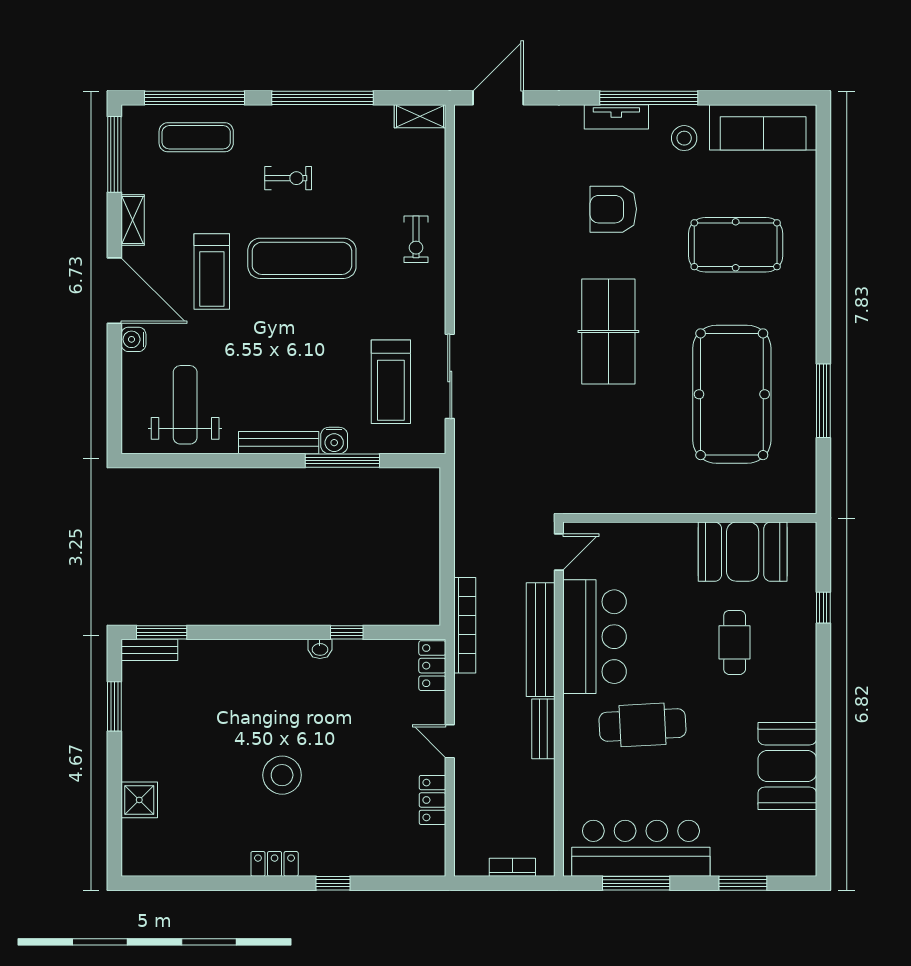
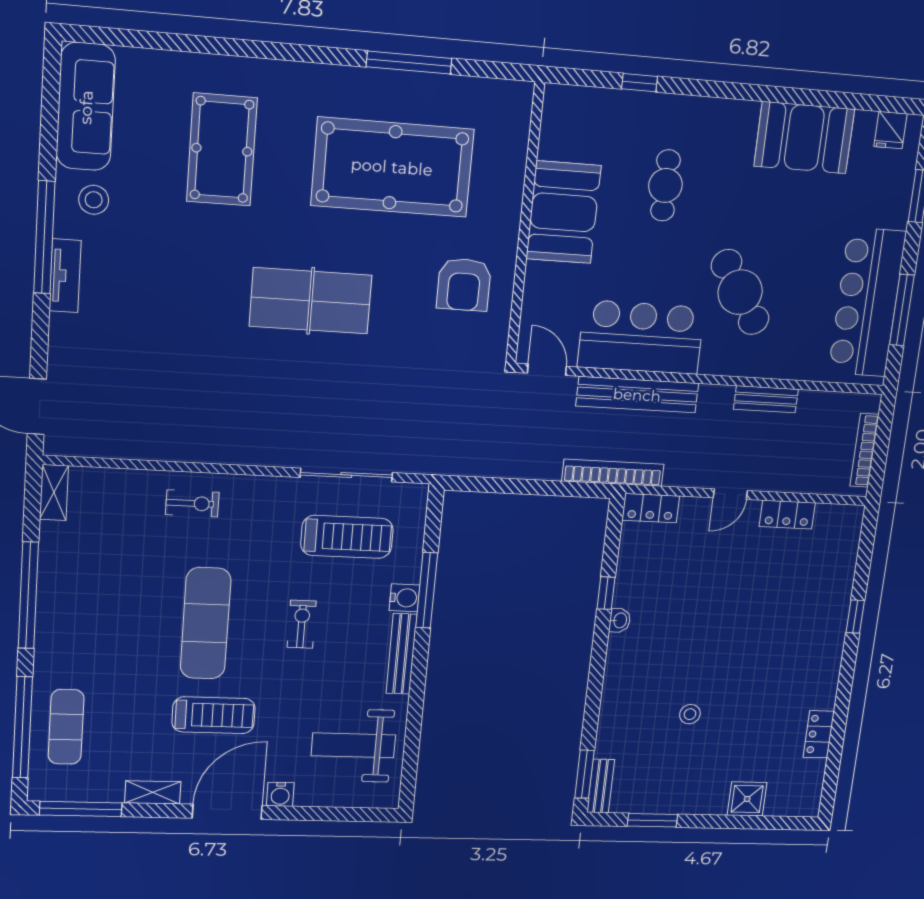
exercise bike: (288, 178) -> (302, 624), moved
armchair: (613, 209) -> (464, 285), moved
booth: (743, 552) -> (564, 212), moved
cafe table: (735, 642) -> (665, 185), turned 90
cafe table: (642, 725) -> (740, 292), turned -30
bench: (543, 729) -> (766, 399), moved
stool: (282, 775) -> (690, 714), moved, width x0.53, depth x0.53
fridge: (800, 847) -> (891, 130), added
locker: (275, 864) -> (819, 734), moved
bookcase: (512, 867) -> (864, 450), width x1.56

